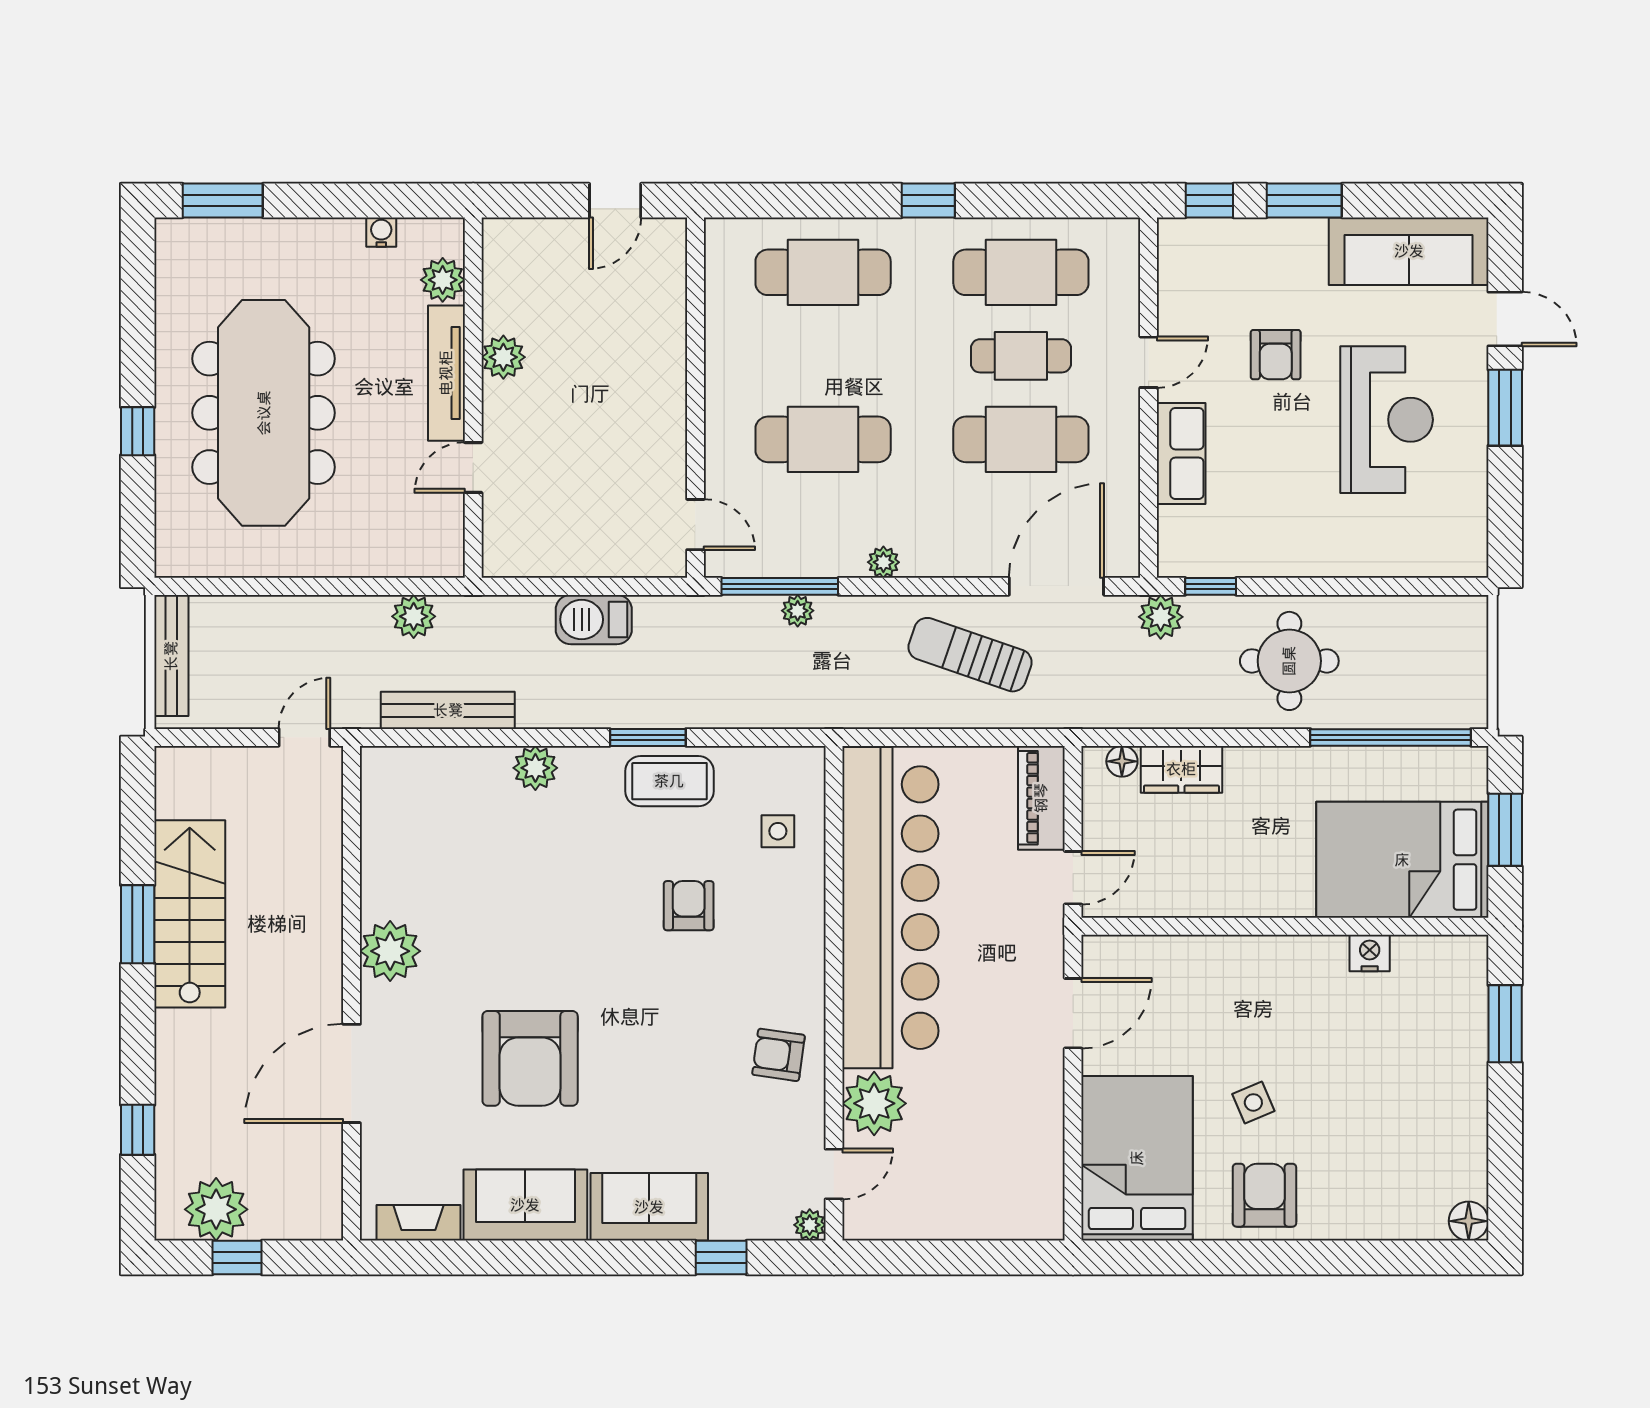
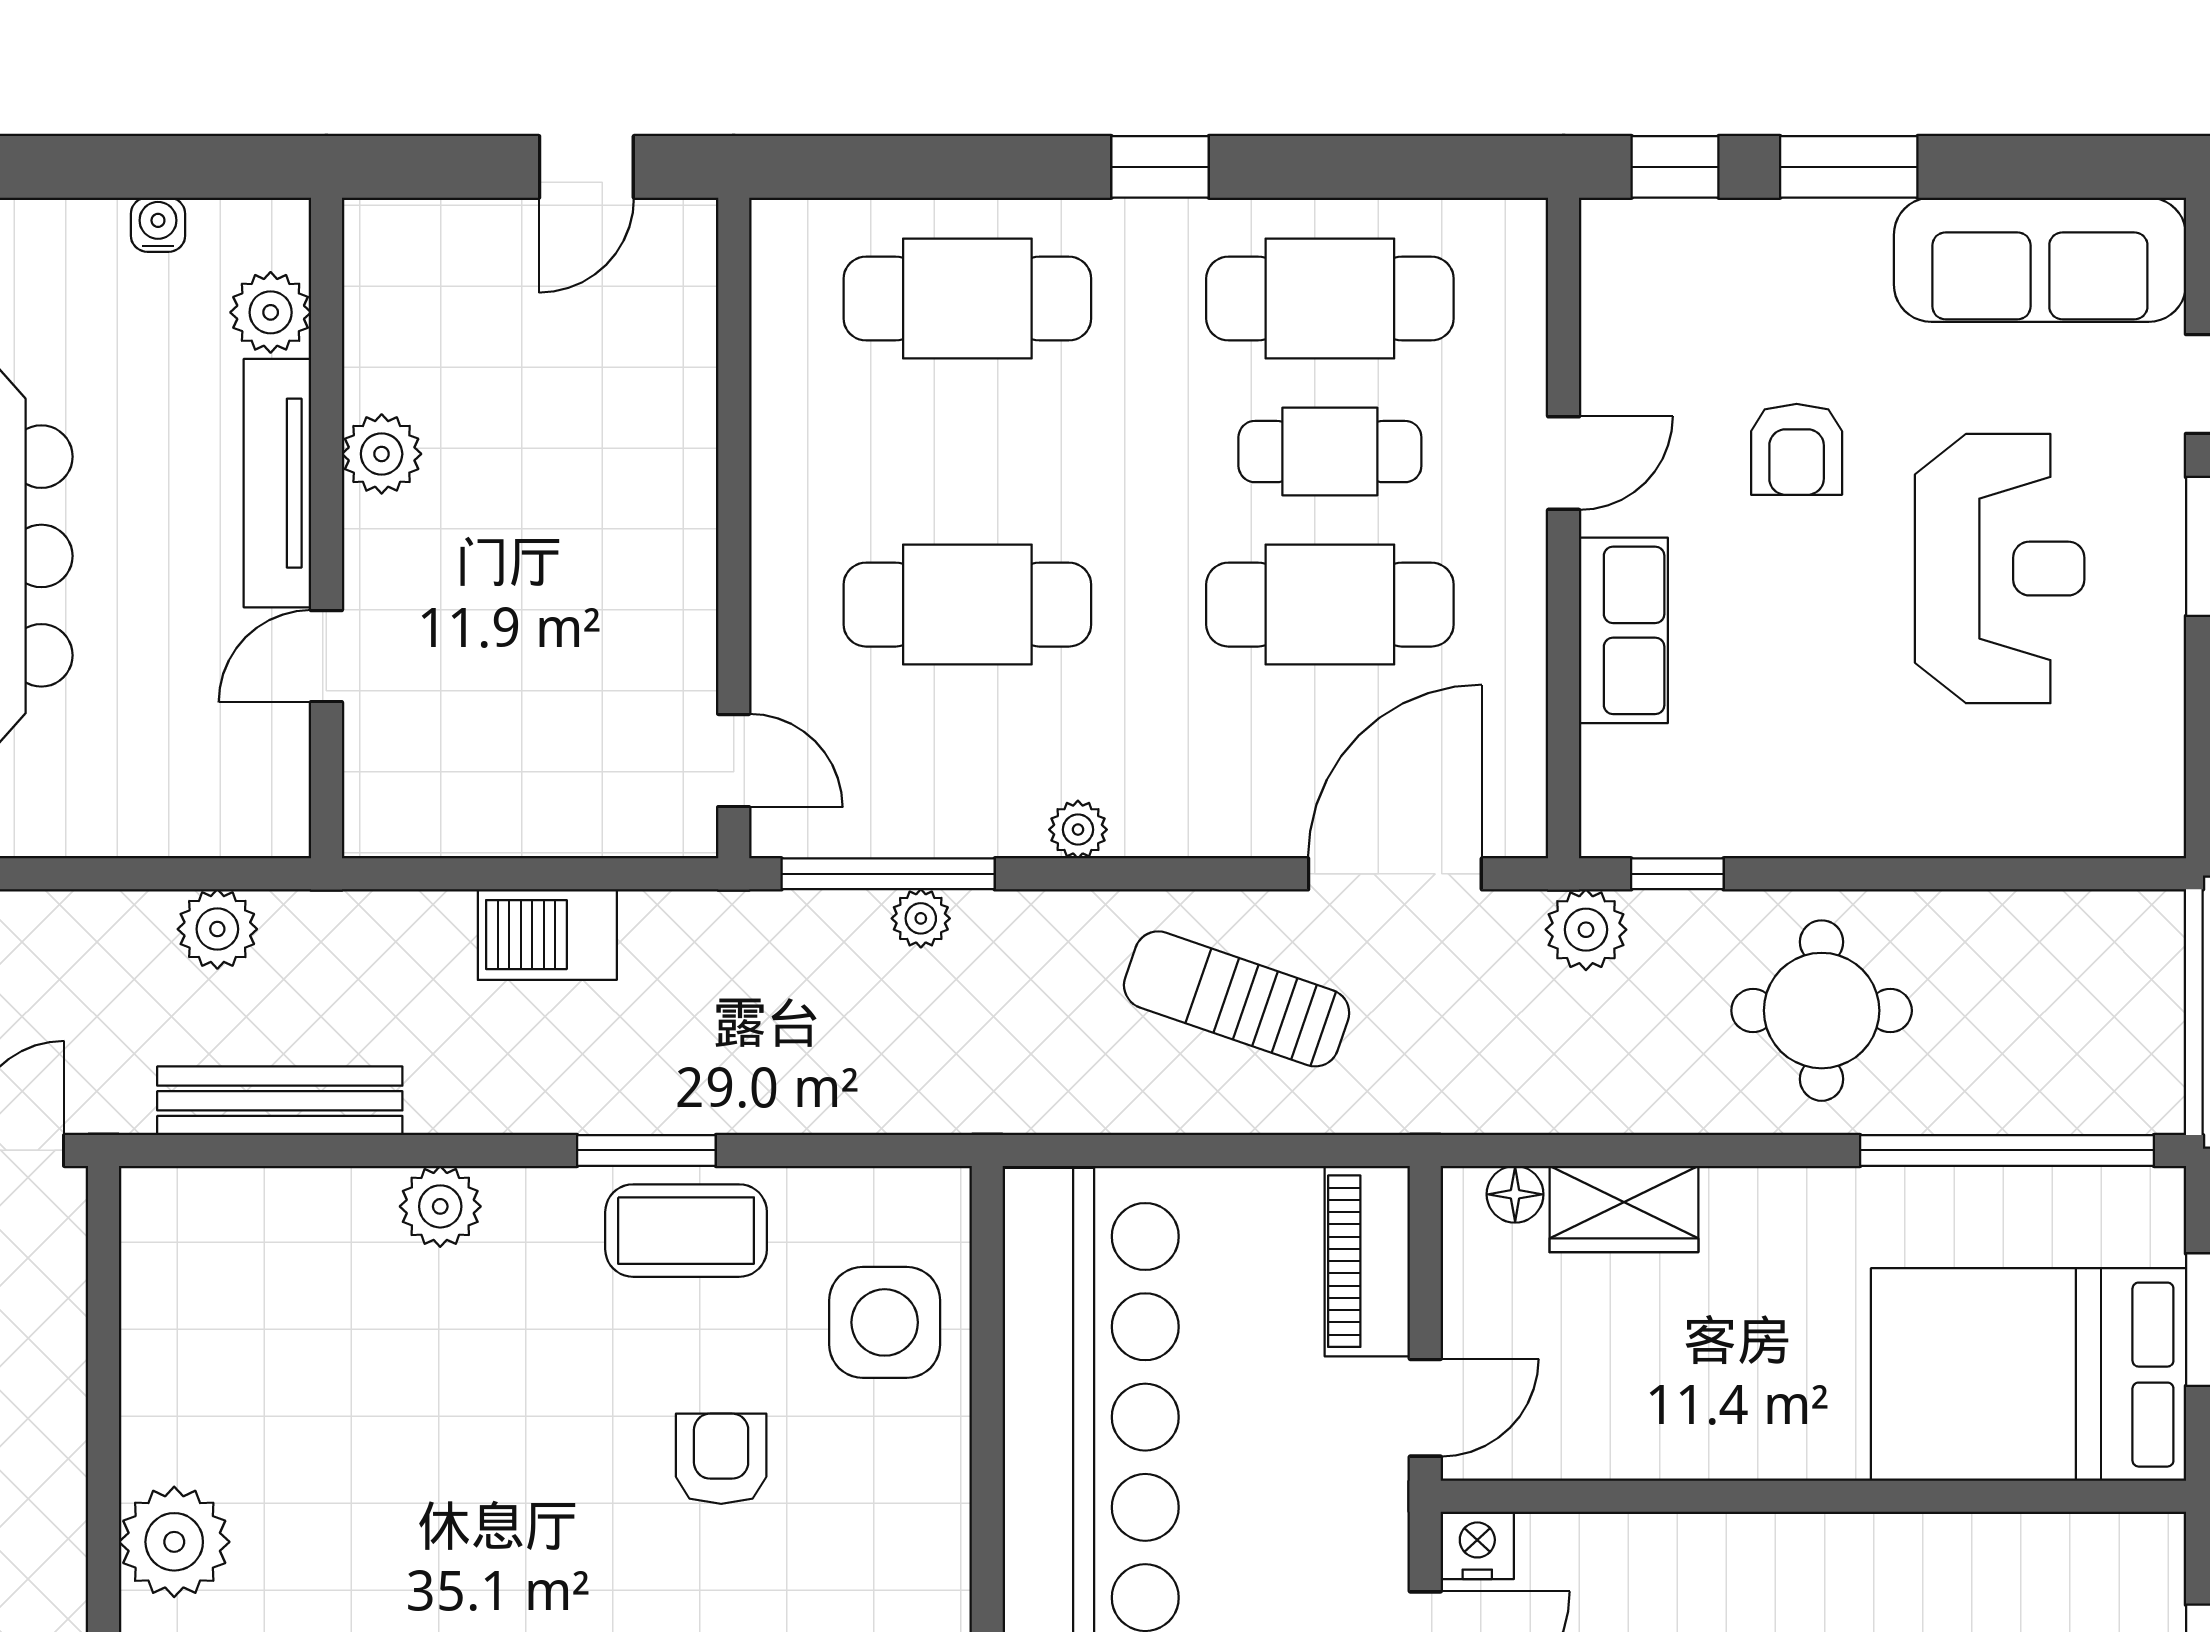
side table: (778, 831) -> (885, 1322), width x1.87, depth x1.87
nightstand: (1370, 953) -> (1477, 1545), moved

